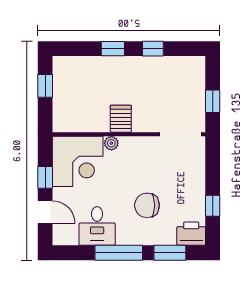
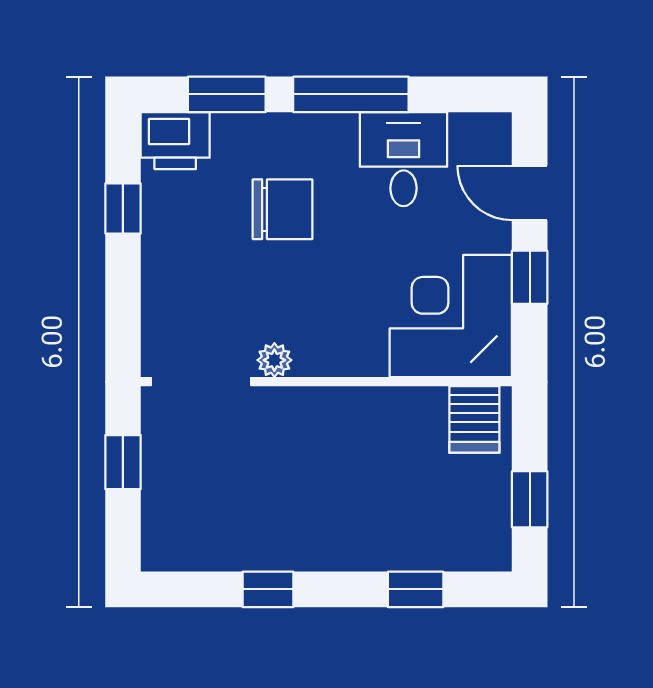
window: (113, 49) -> (416, 589), moved
server rack: (121, 119) -> (474, 419), moved
plant: (111, 143) -> (274, 360), moved

